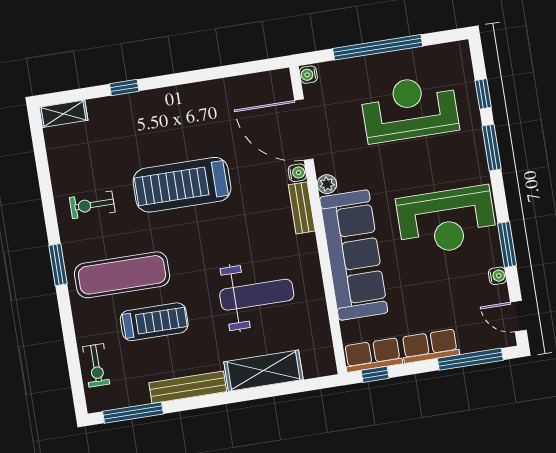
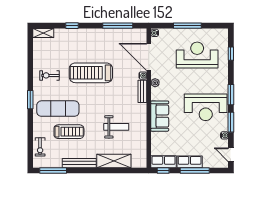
window: (378, 47) -> (187, 26), width x0.68
window: (225, 72) -> (118, 26), added
window: (492, 148) -> (231, 95), moved
sofa: (354, 255) -> (160, 116), width x0.54, depth x0.79
weight bench: (257, 295) -> (116, 127), width x0.73, depth x0.75
window: (470, 359) -> (195, 170), moved

